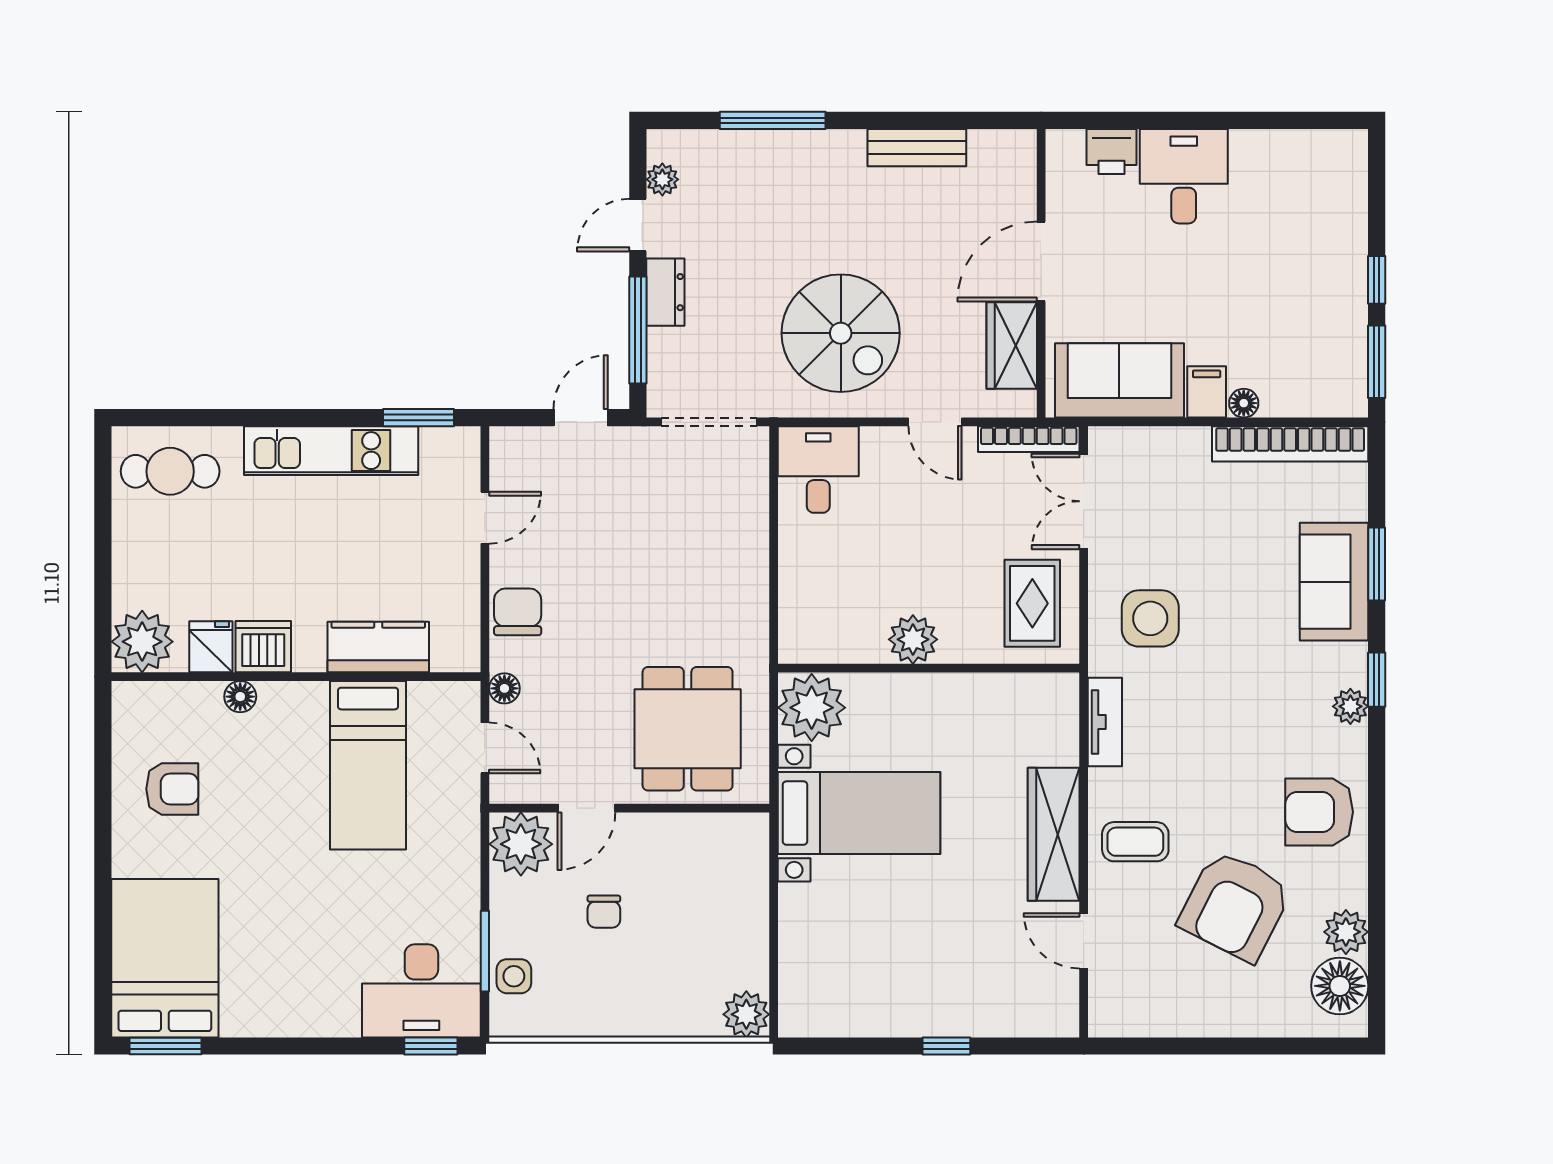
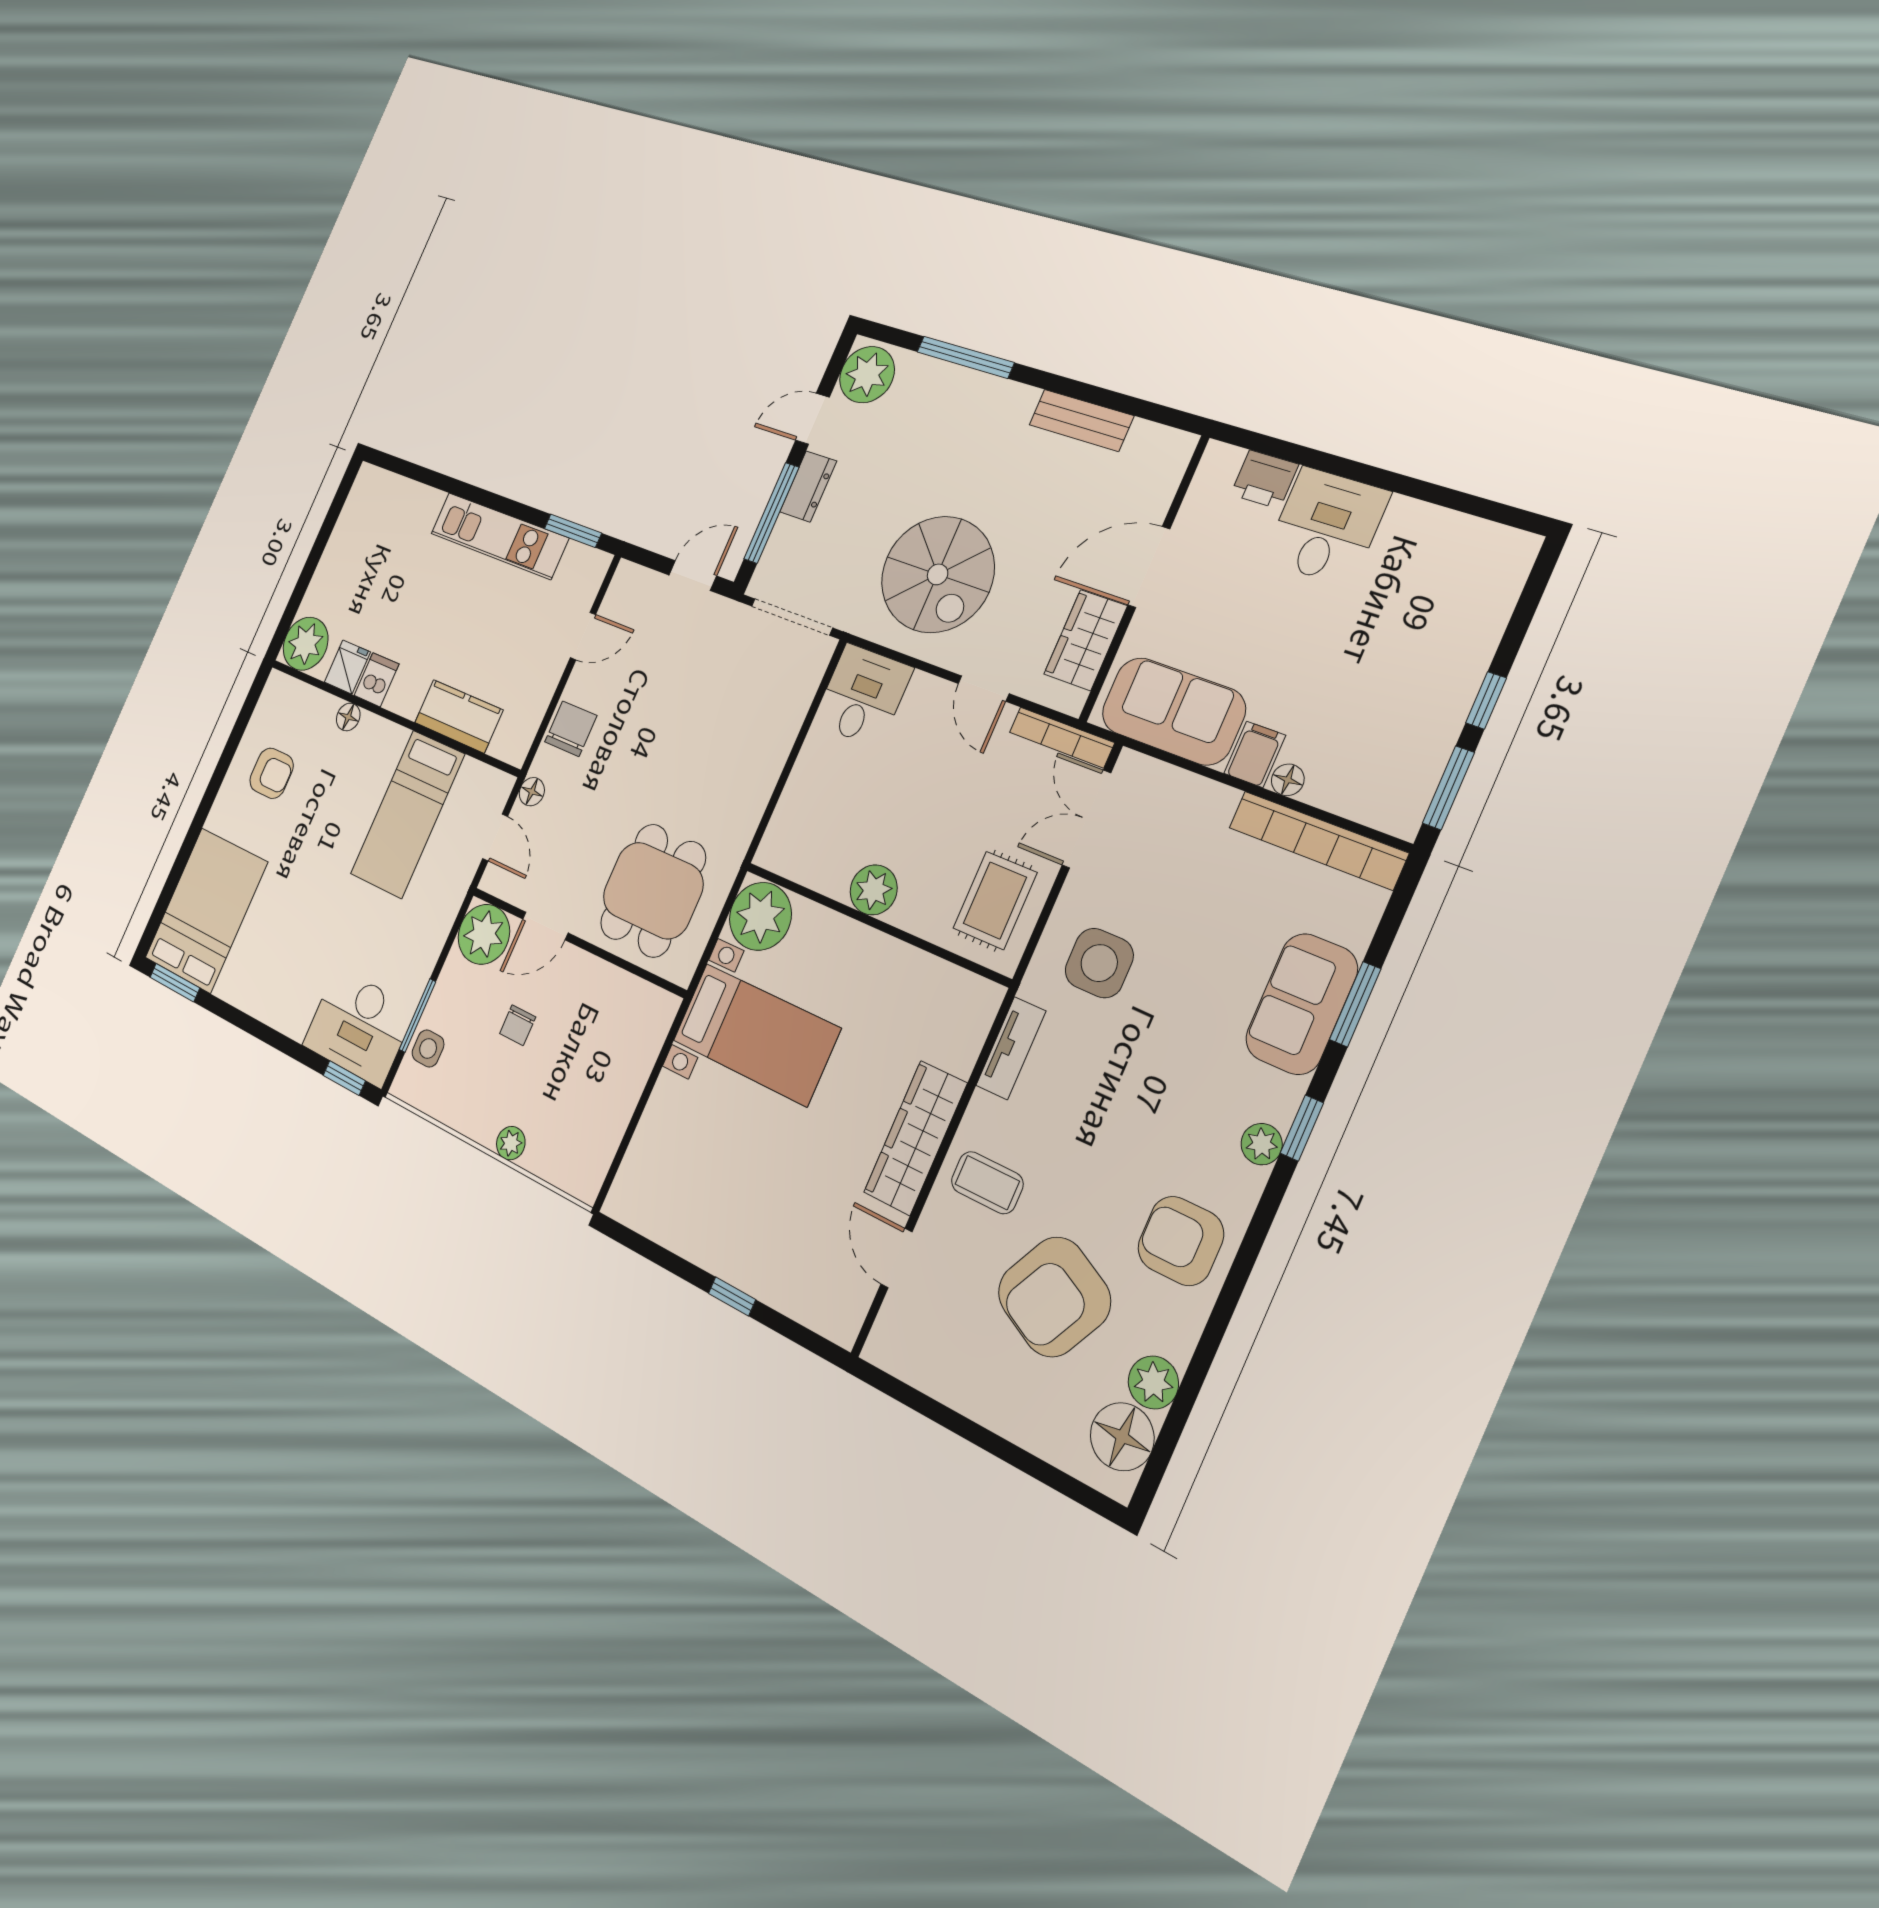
plant: (662, 179) -> (867, 375), width x1.87, depth x1.87
cafe table: (170, 471) -> (384, 512), removed
dishwasher: (263, 647) -> (377, 680), width x0.73
plant: (746, 1014) -> (511, 1143), moved, width x0.73, depth x0.73

